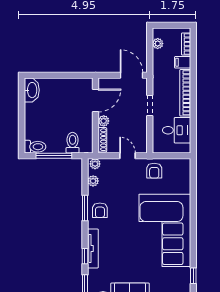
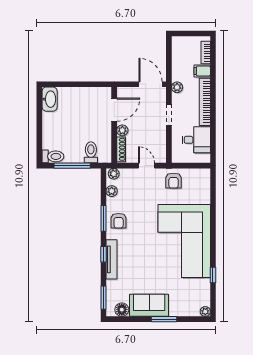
plant: (158, 44) -> (177, 87), moved
window: (85, 256) -> (103, 254), moved
window: (193, 276) -> (213, 275), moved

